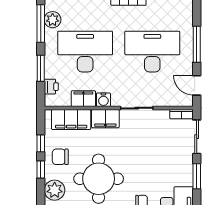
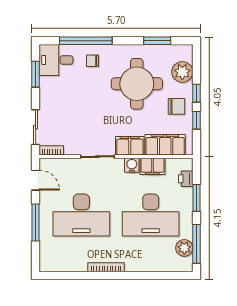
window: (197, 176) -> (36, 74), moved

